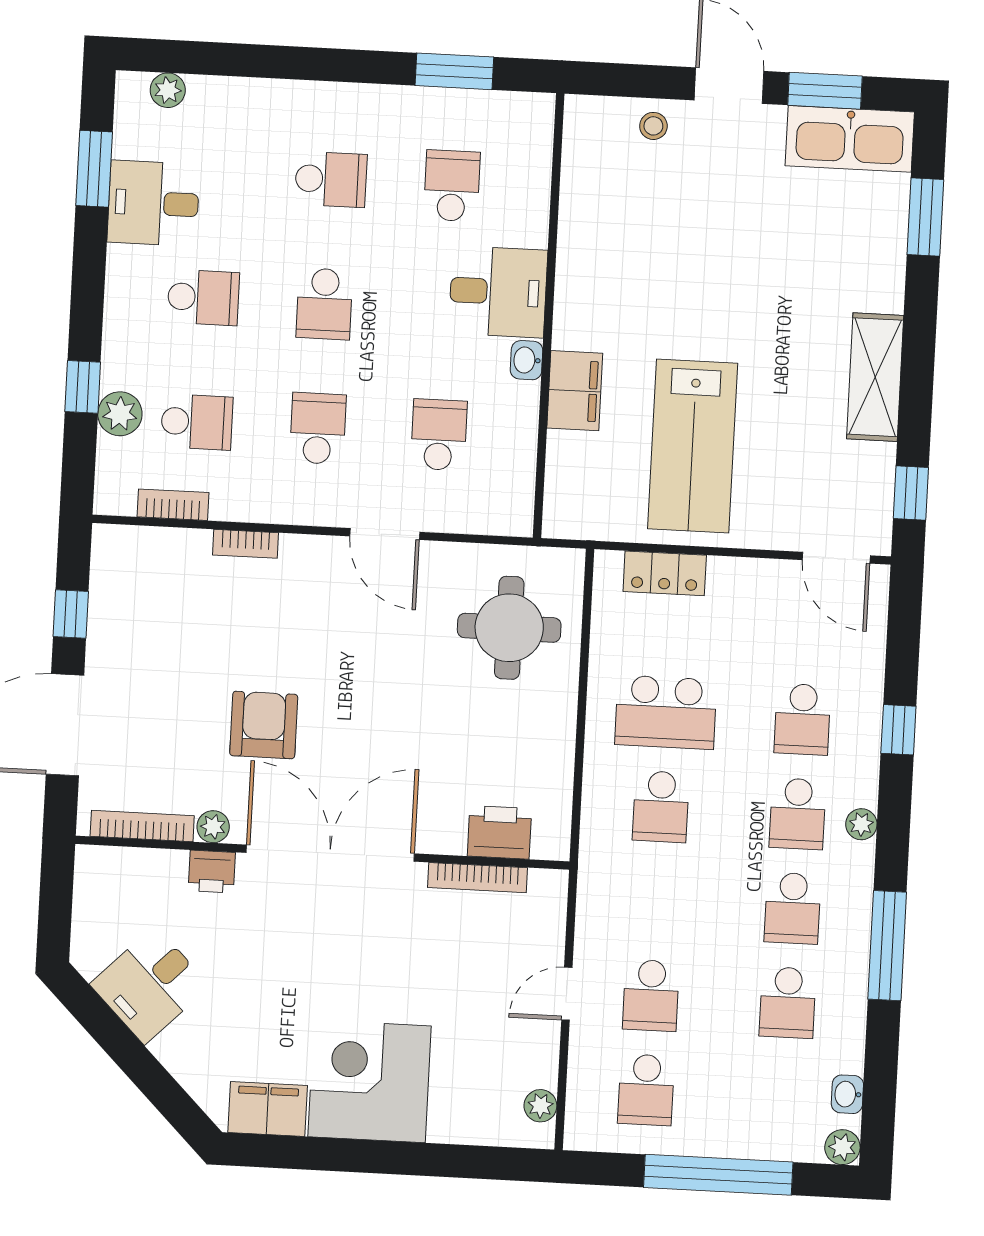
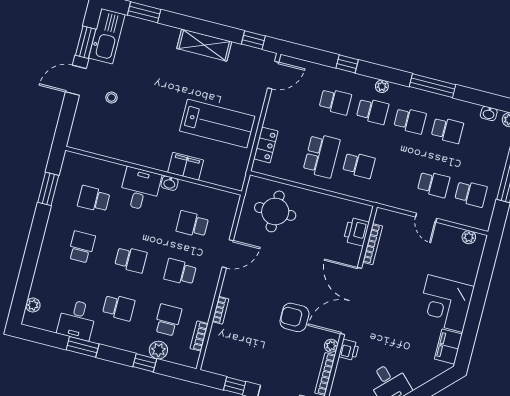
stool: (653, 126) -> (111, 98), moved
window: (94, 169) -> (83, 347), moved
school desk: (203, 298) -> (119, 307), turned 90

